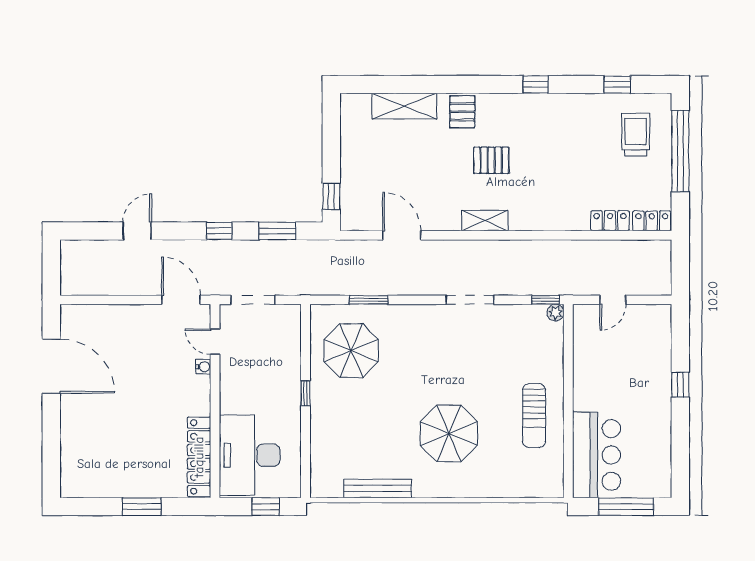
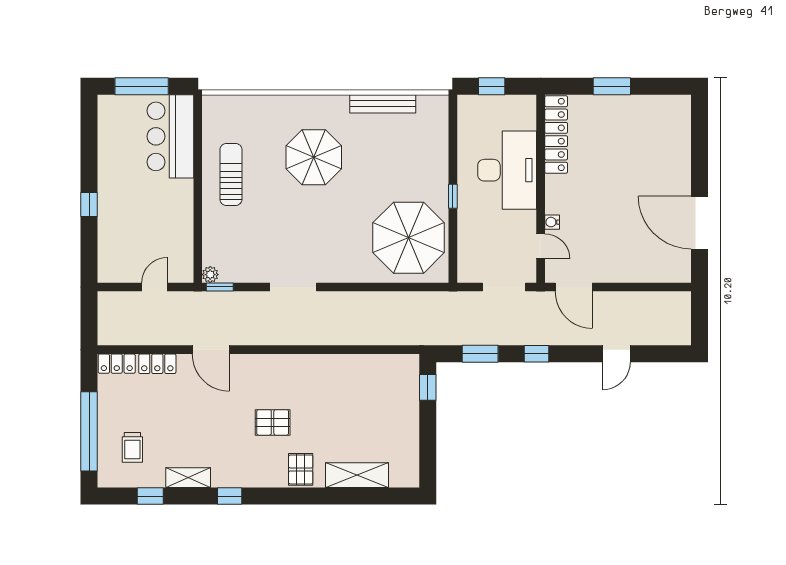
trolley: (636, 135) -> (132, 447), width x0.73, depth x0.72
shelving: (485, 221) -> (188, 478), moved
door: (402, 235) -> (211, 350), moved
window: (369, 300) -> (392, 287), removed
parasol: (351, 351) -> (409, 238), width x1.36, depth x1.36
desk: (250, 455) -> (507, 170), moved

